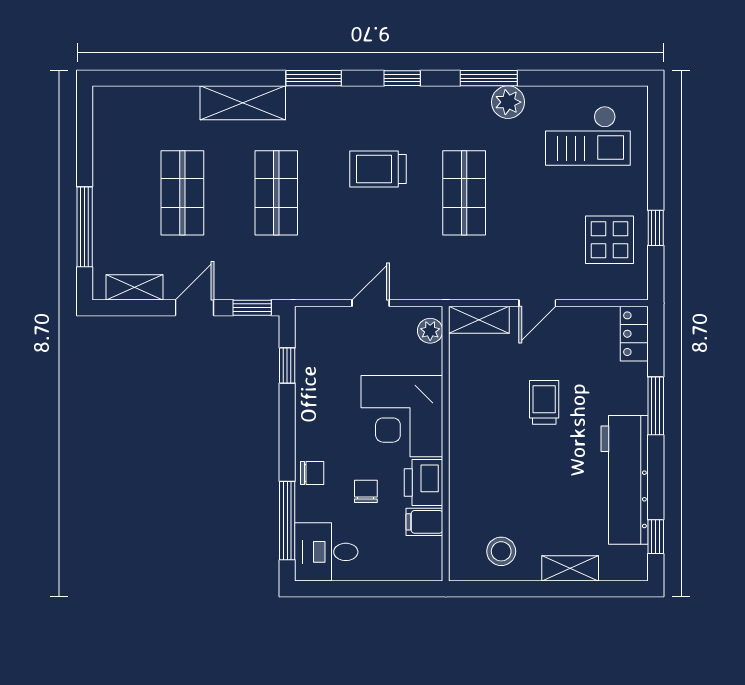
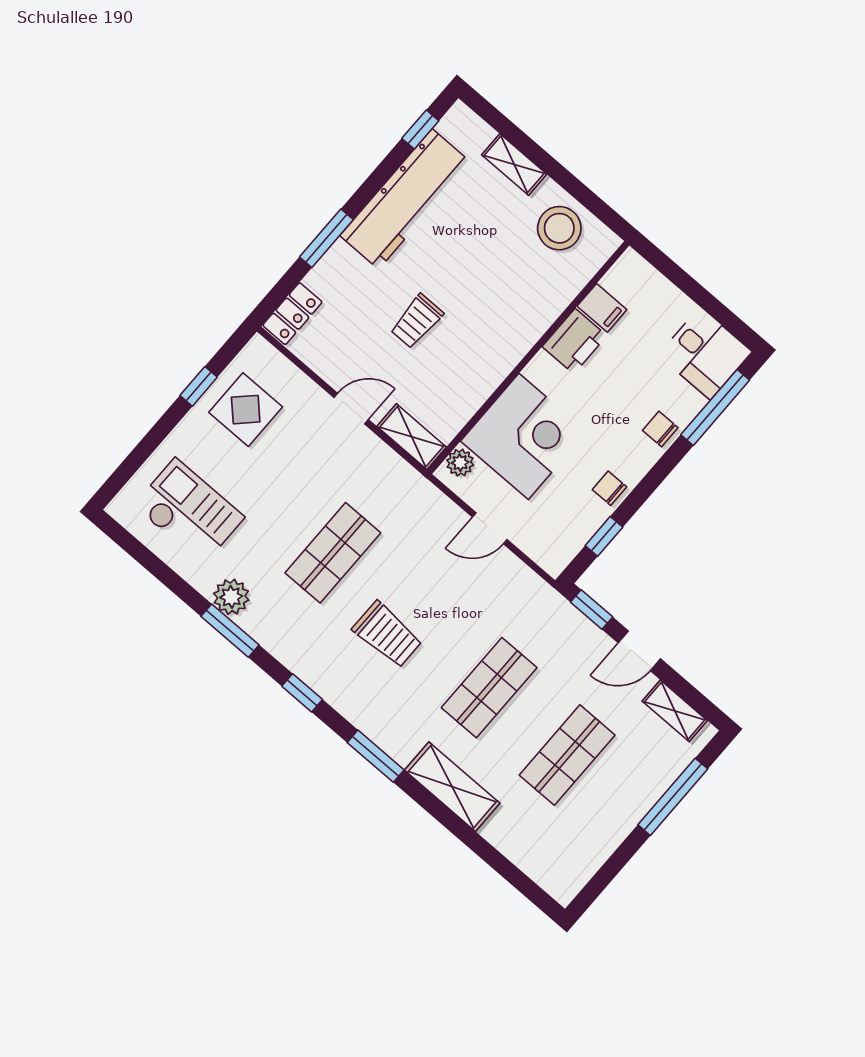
corner desk: (402, 416) -> (524, 436), moved
chair: (366, 491) -> (609, 488), moved, turned 90
stool: (501, 551) -> (559, 228), width x1.38, depth x1.38

